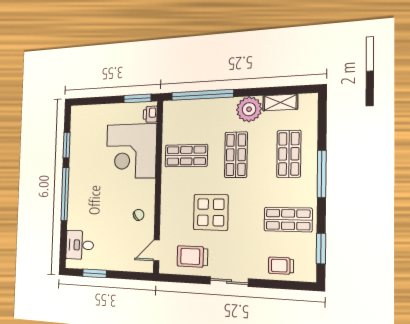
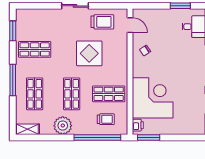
shelving: (280, 102) -> (27, 129), moved
door: (157, 250) -> (130, 25), hinge flipped
trolley: (281, 266) -> (106, 119), moved

